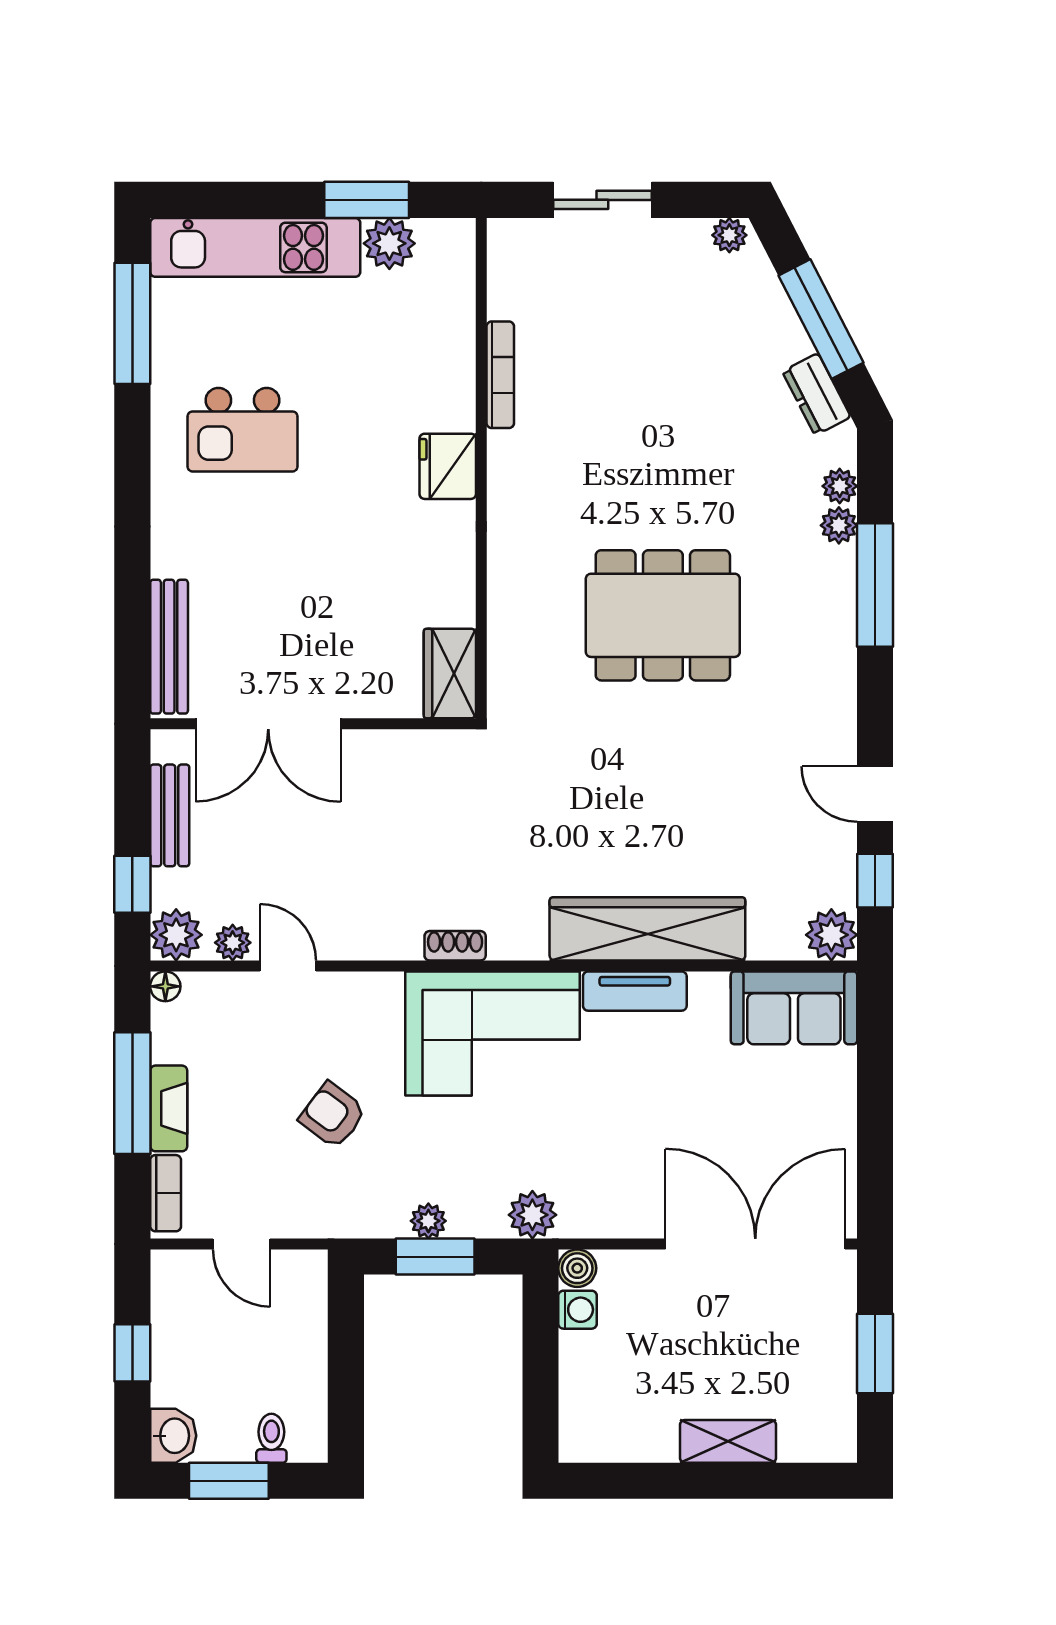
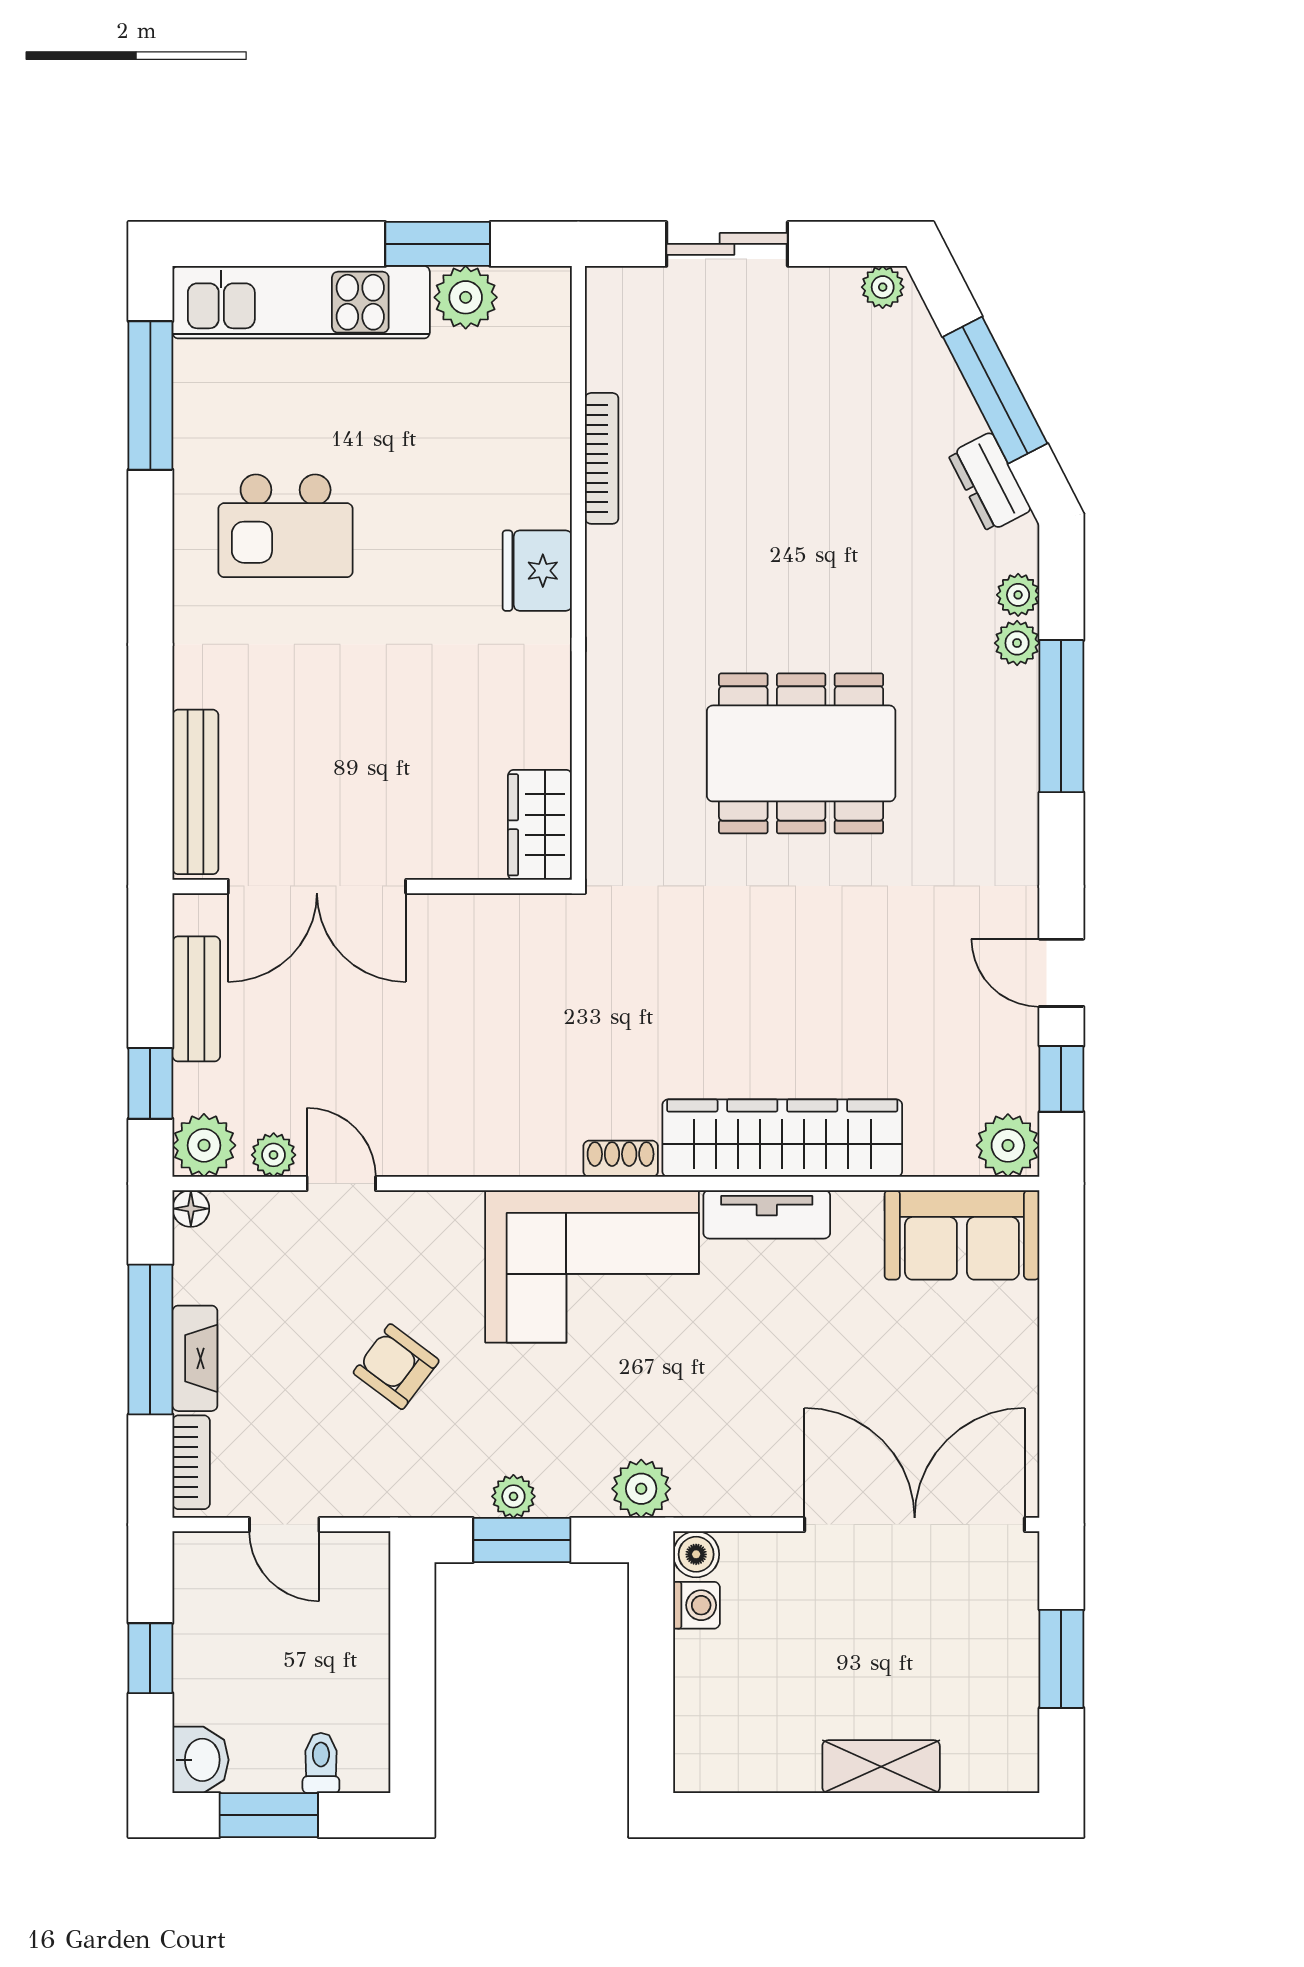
shoe rack: (455, 946) -> (621, 1159), moved

